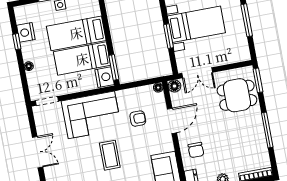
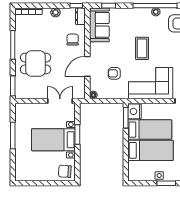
floor lamp: (174, 86) -> (80, 94), removed
dining table: (237, 95) -> (36, 63), moved

